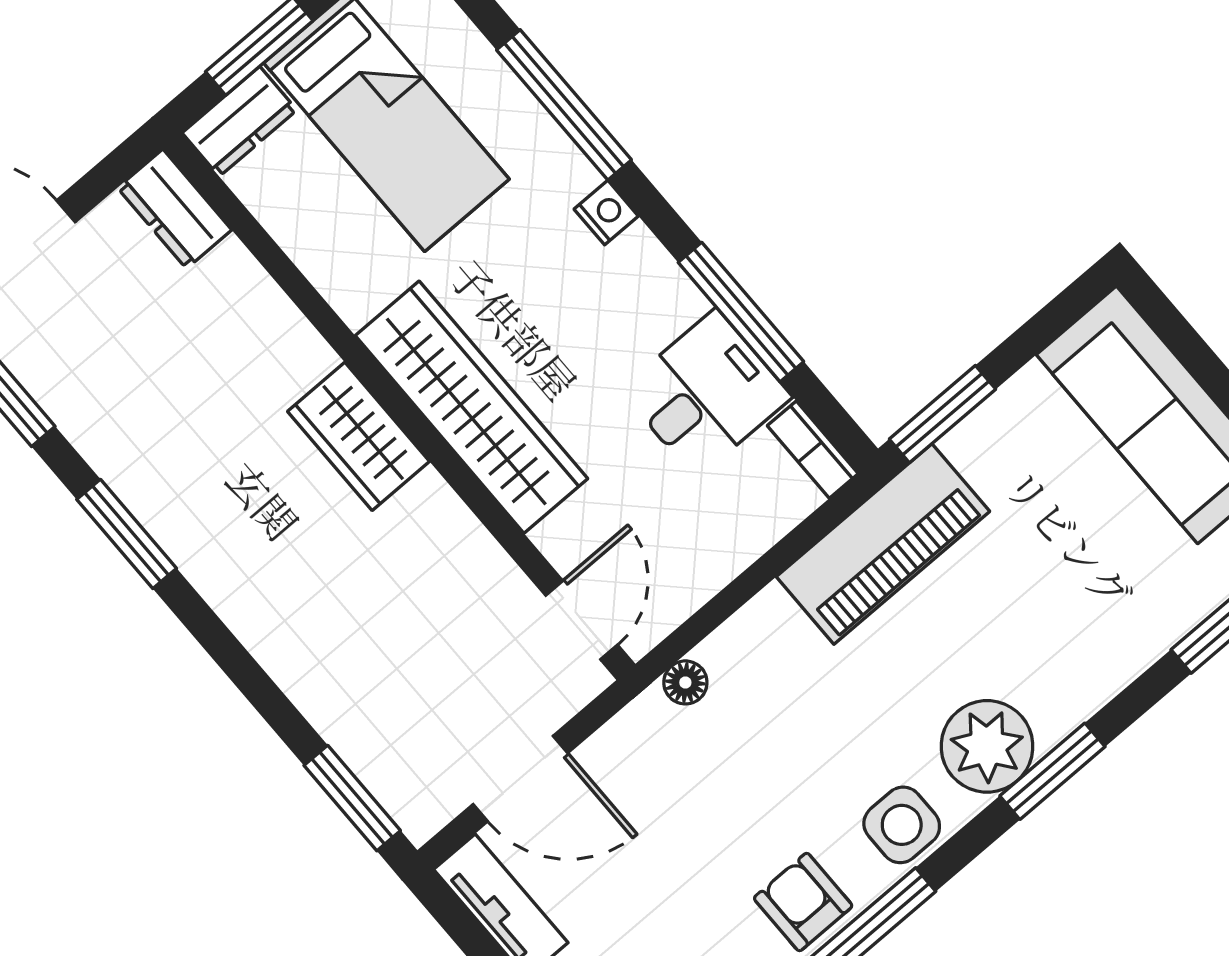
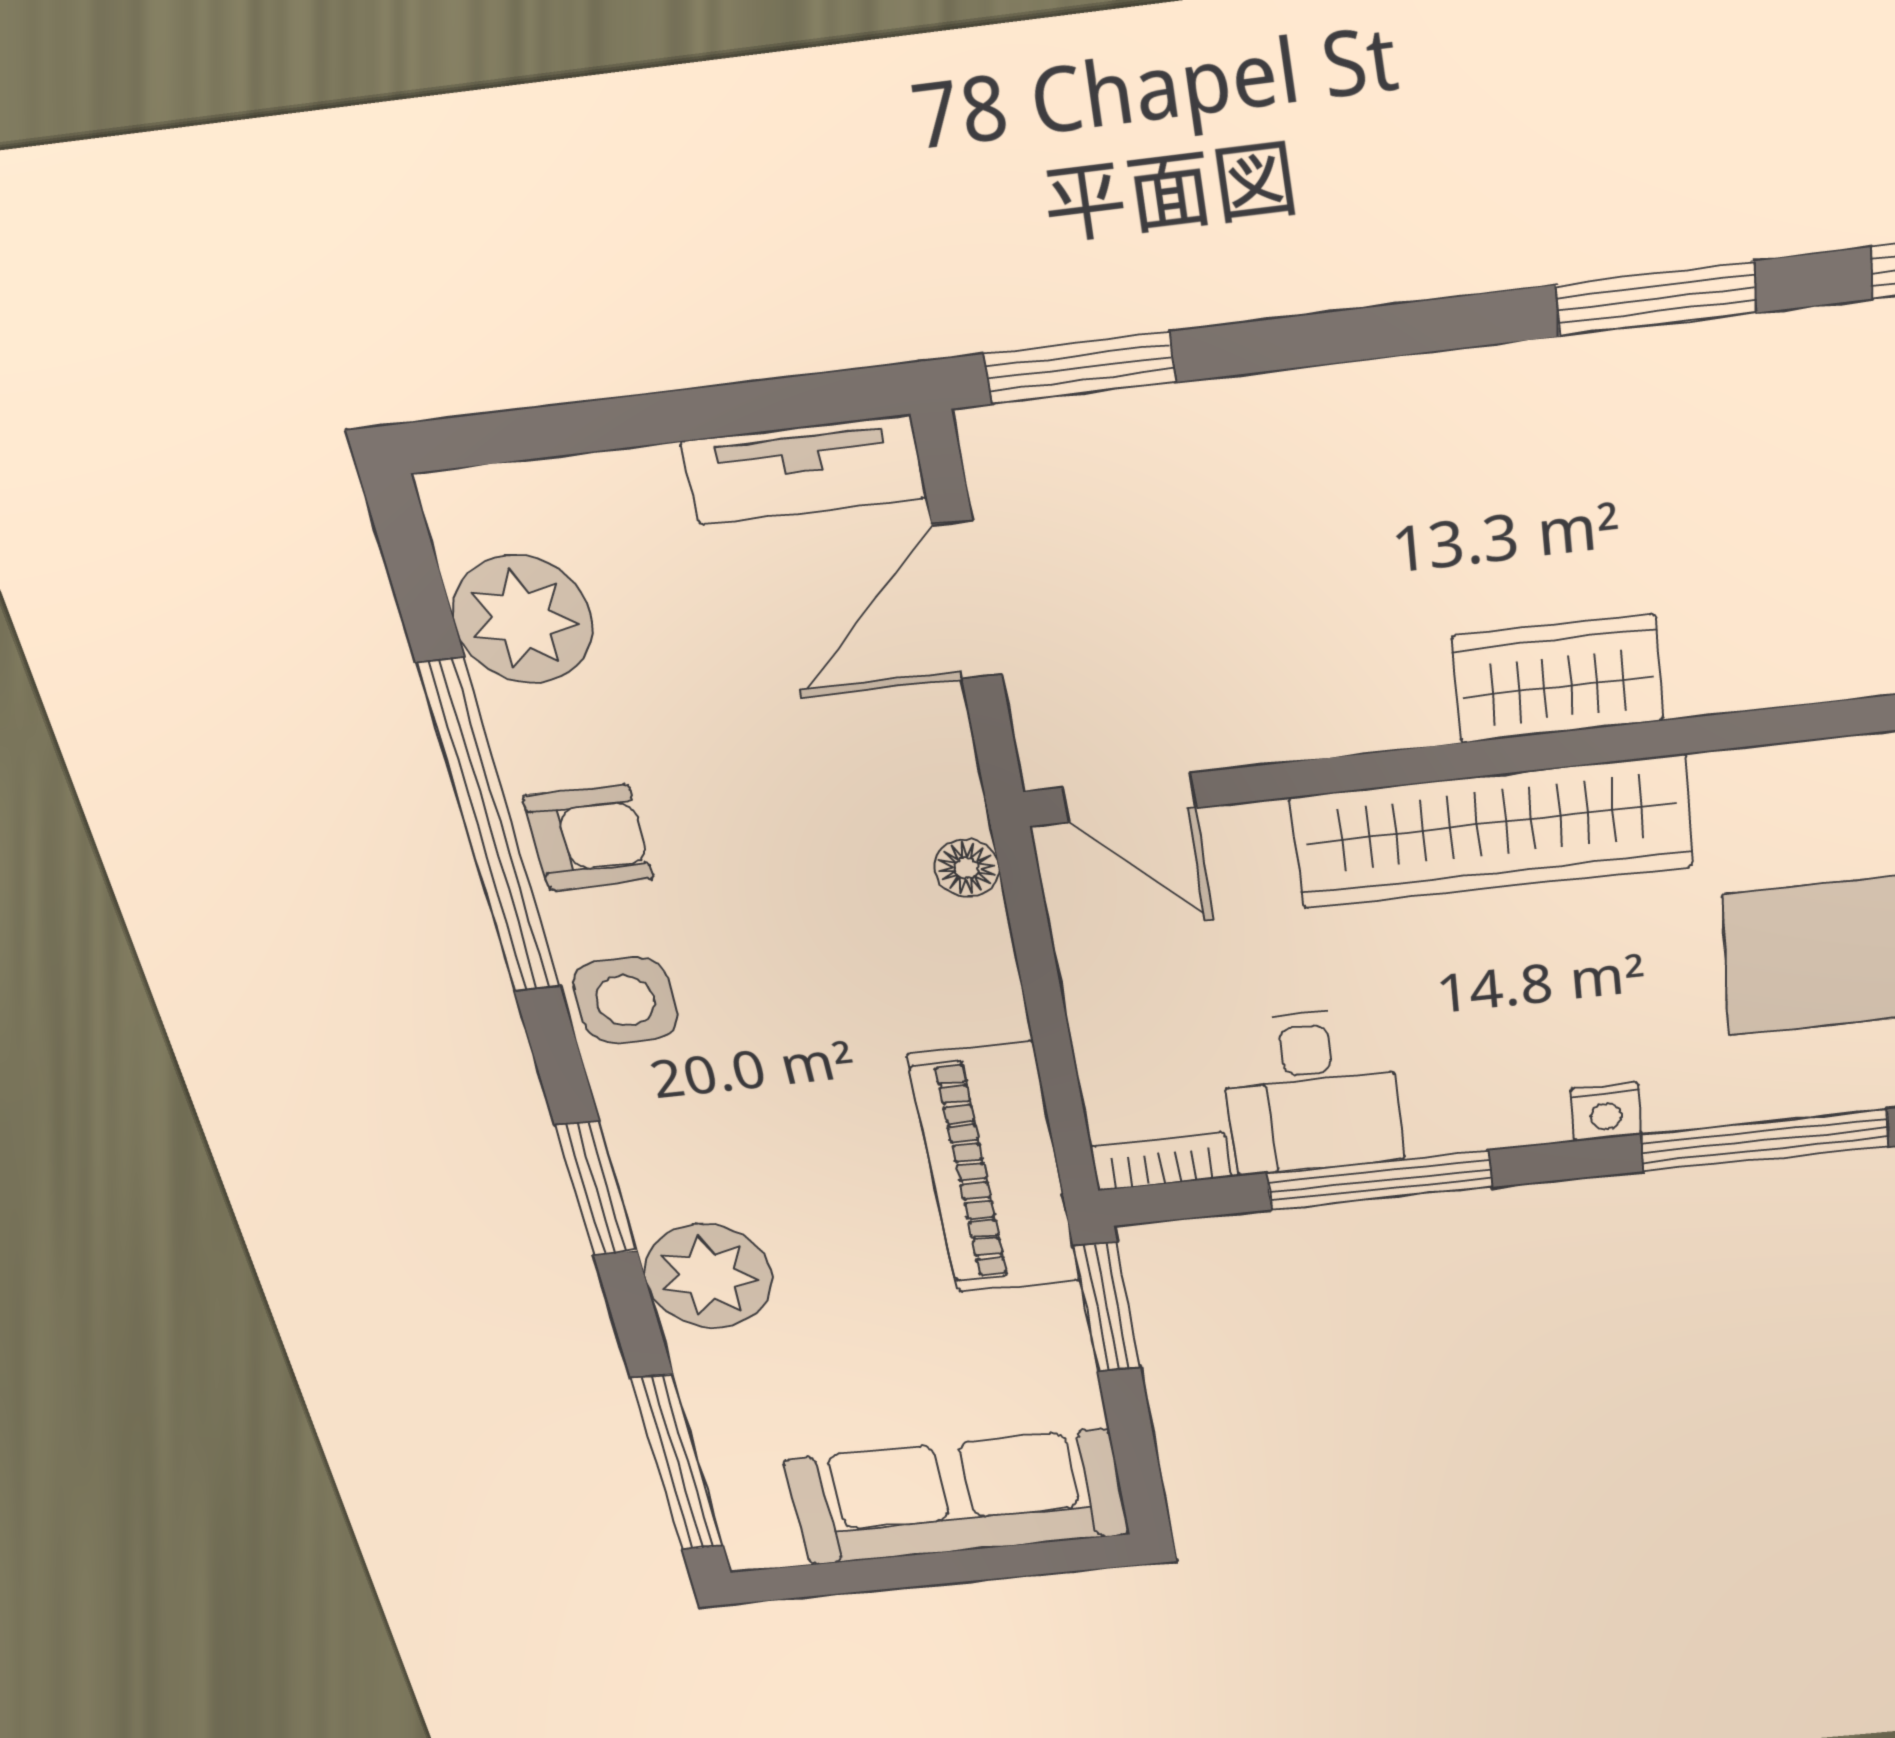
plant: (987, 746) -> (708, 1276), moved

